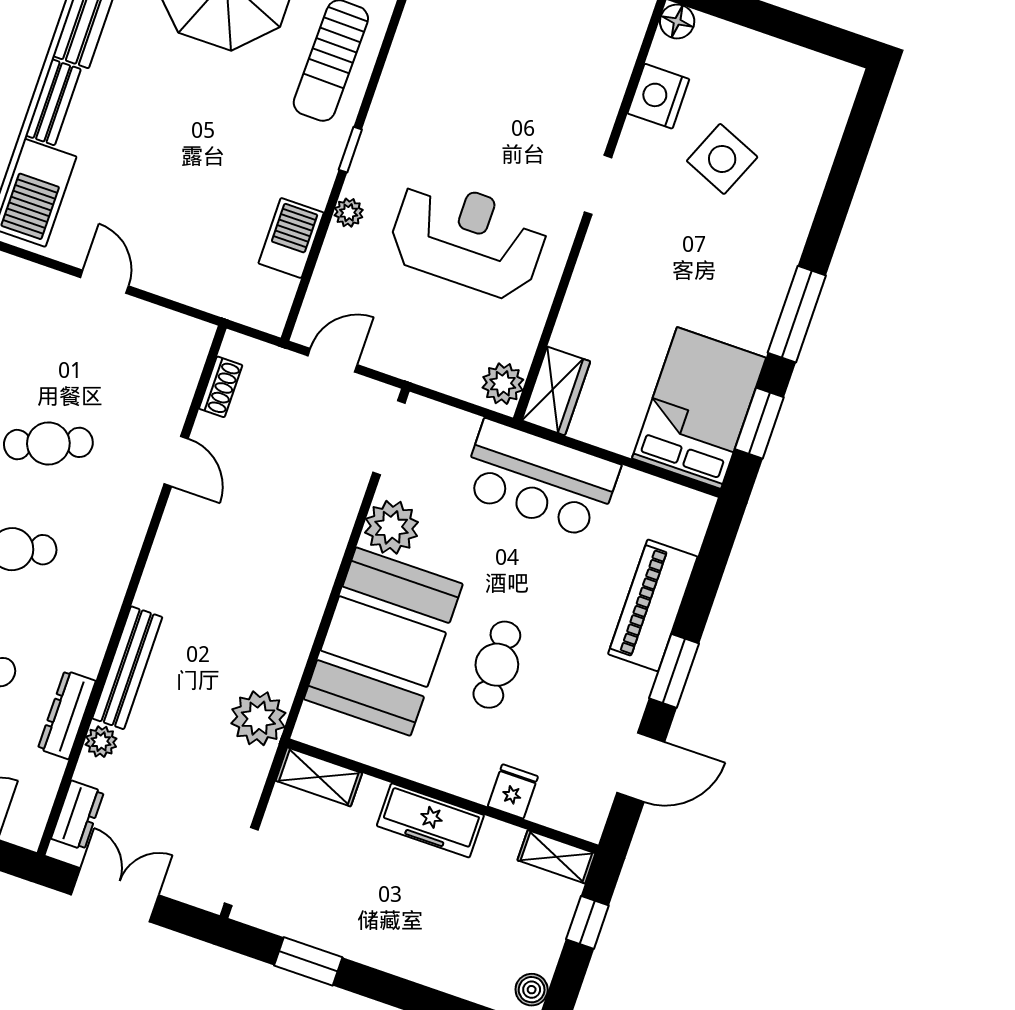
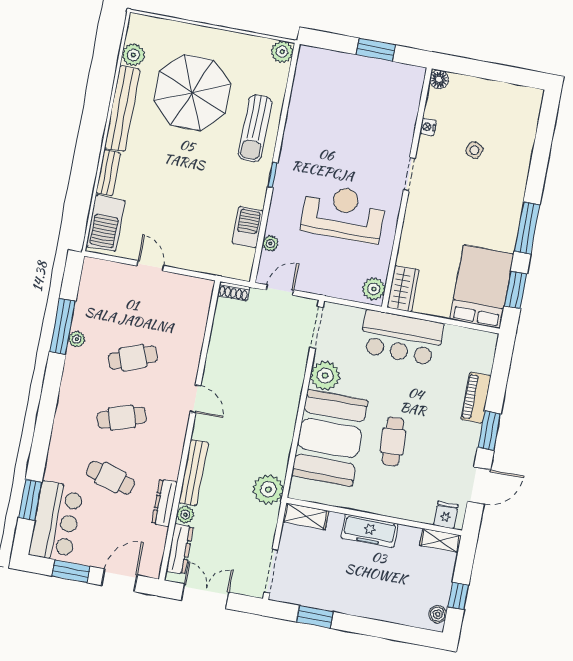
nightstand: (658, 96) -> (428, 127), width x0.53, depth x0.56
side table: (722, 159) -> (474, 150), width x0.54, depth x0.54
plant: (349, 213) -> (270, 243), moved
shoe rack: (221, 387) -> (234, 291), moved, turned 90
door: (176, 461) -> (196, 399), moved
piano: (653, 605) -> (476, 398), width x0.73, depth x0.75
fridge: (513, 791) -> (446, 515), moved
dresser: (77, 815) -> (180, 549), width x1.44
window: (587, 922) -> (458, 596), moved

